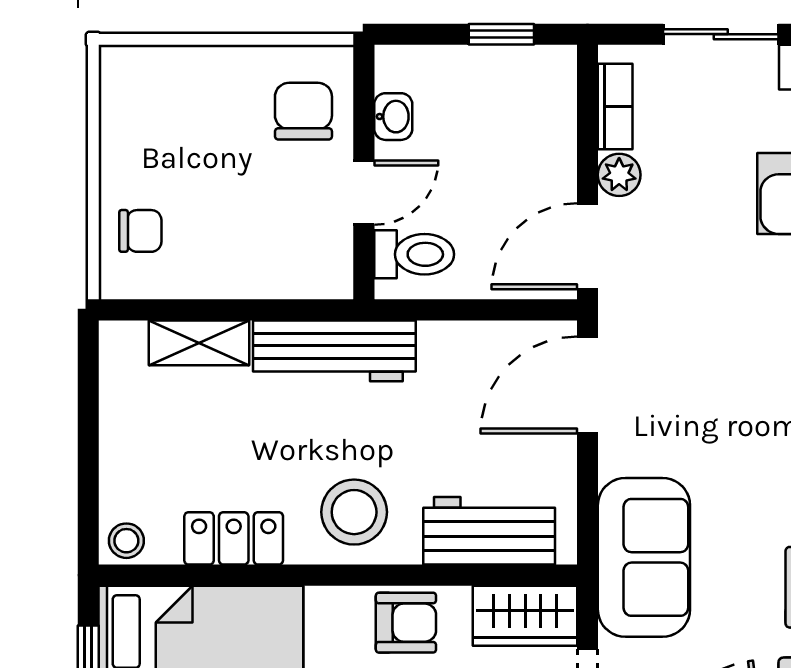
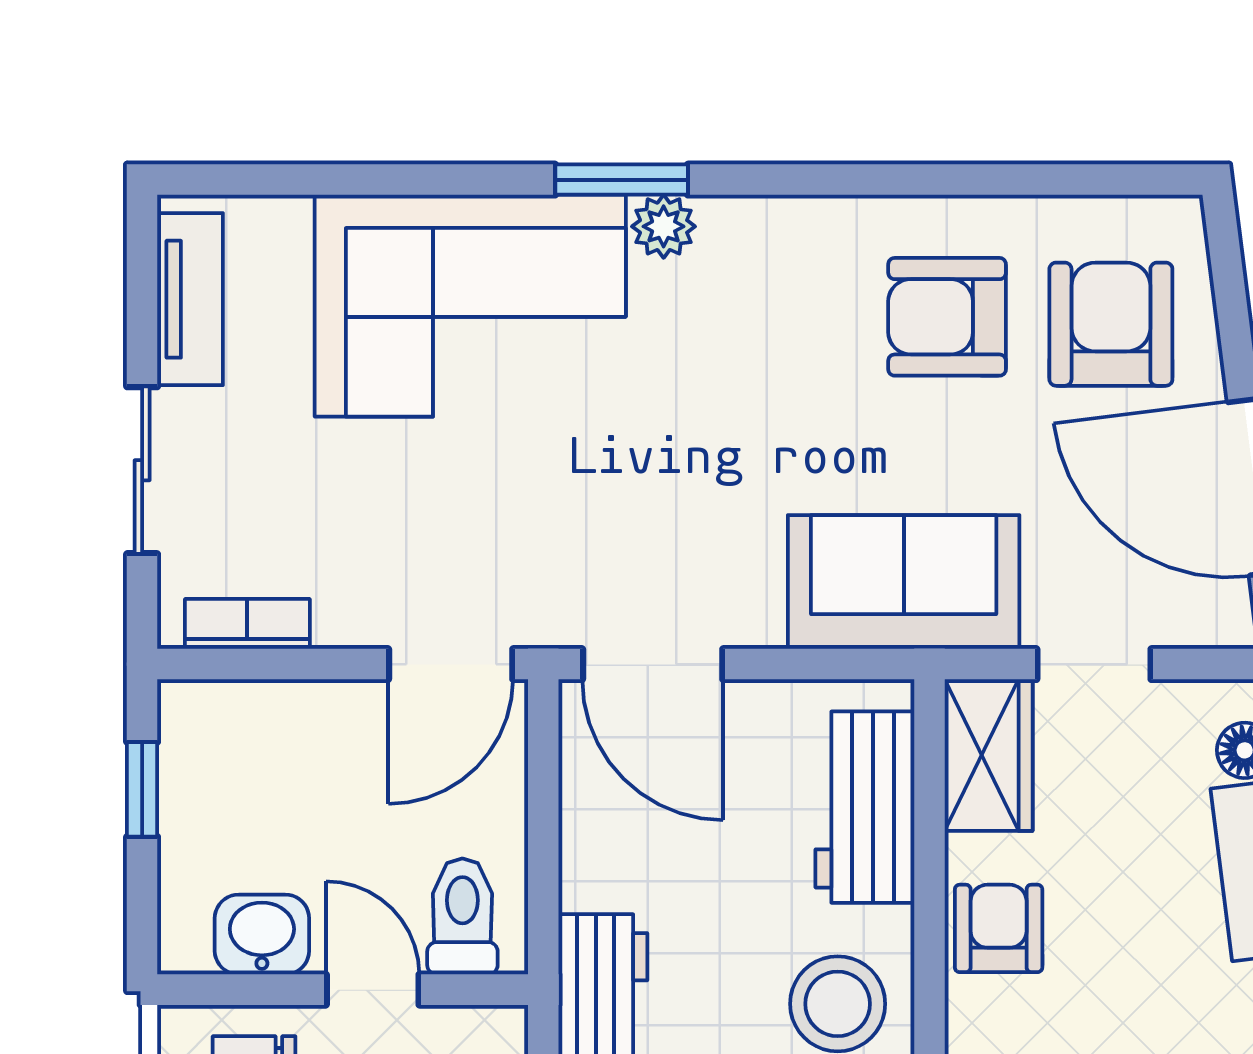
washbasin: (393, 117) -> (262, 935), width x1.38, depth x1.45
plant: (619, 175) -> (347, 618), removed
door: (588, 246) -> (451, 664), hinge flipped

